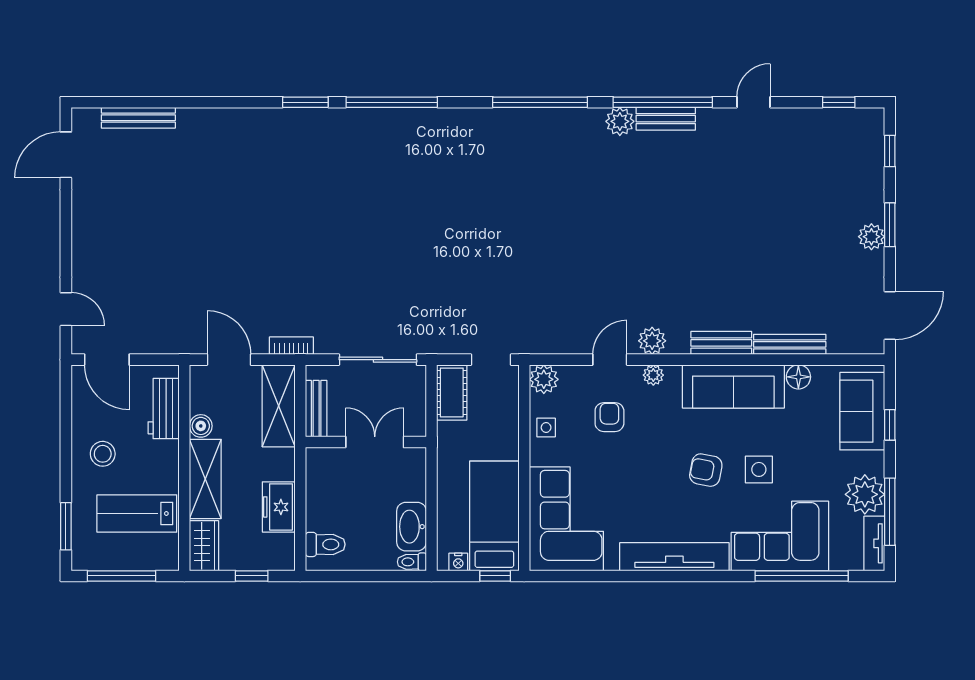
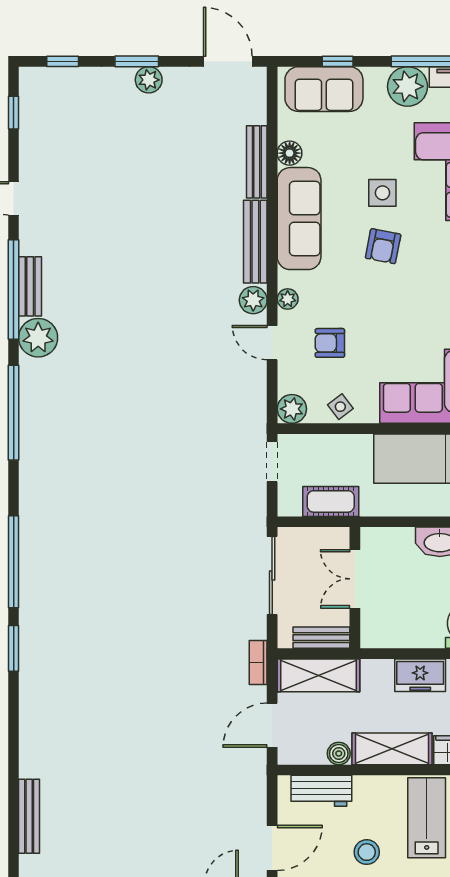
plant: (620, 121) -> (38, 338), width x1.36, depth x1.36
bench: (721, 343) -> (255, 242), width x1.36
cot: (452, 392) -> (331, 501), moved
side table: (546, 428) -> (340, 407), turned -37
lab bench: (137, 513) -> (427, 818), turned 180

